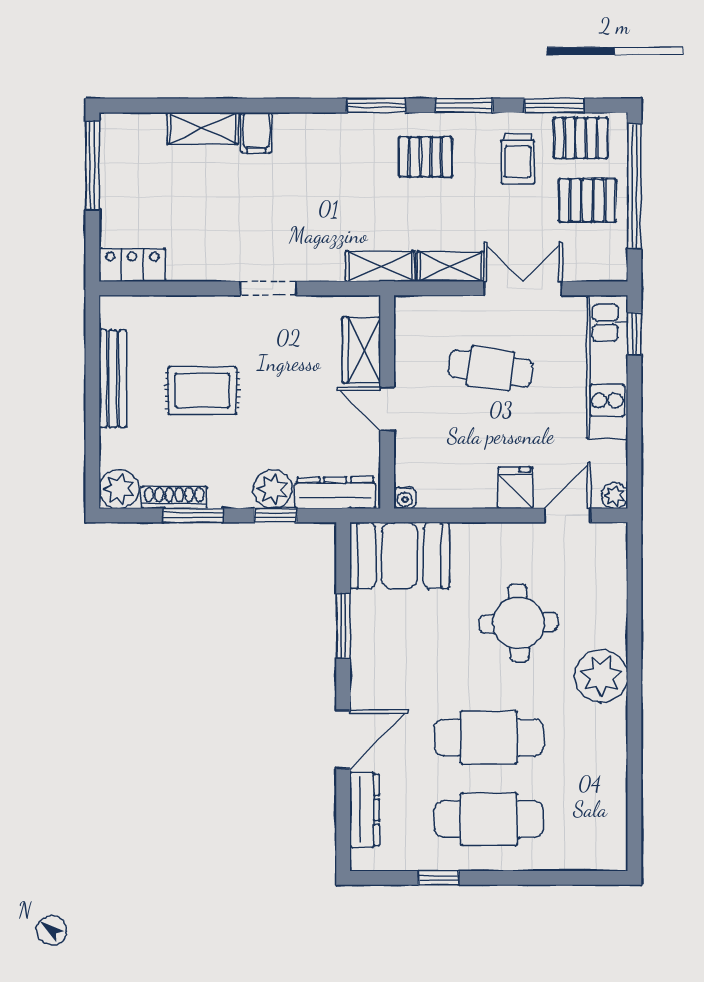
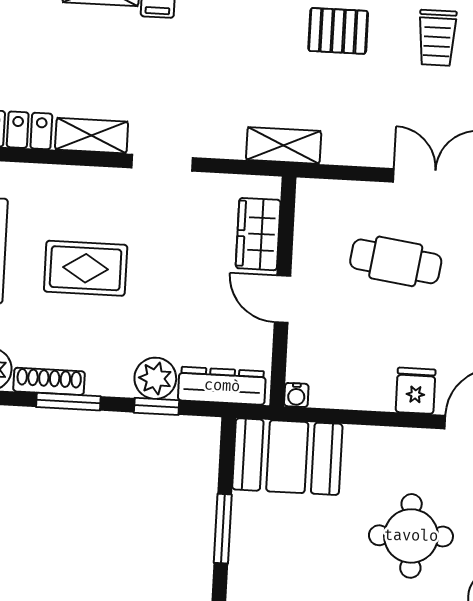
shelving: (451, 267) -> (92, 136), moved

